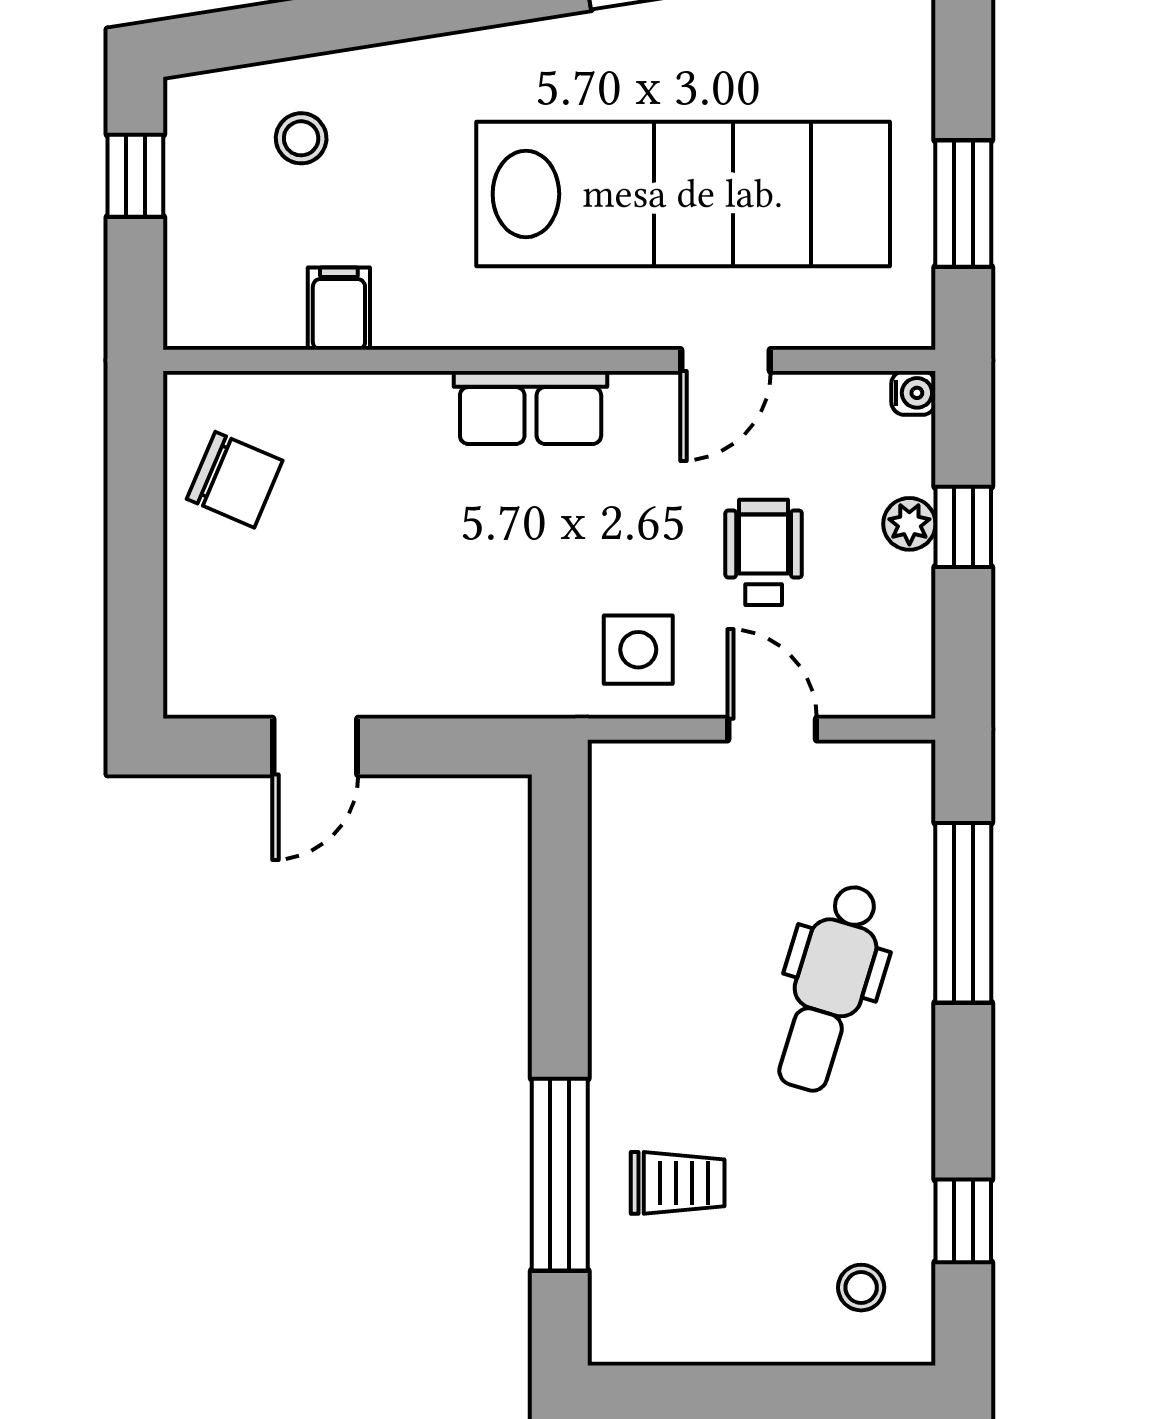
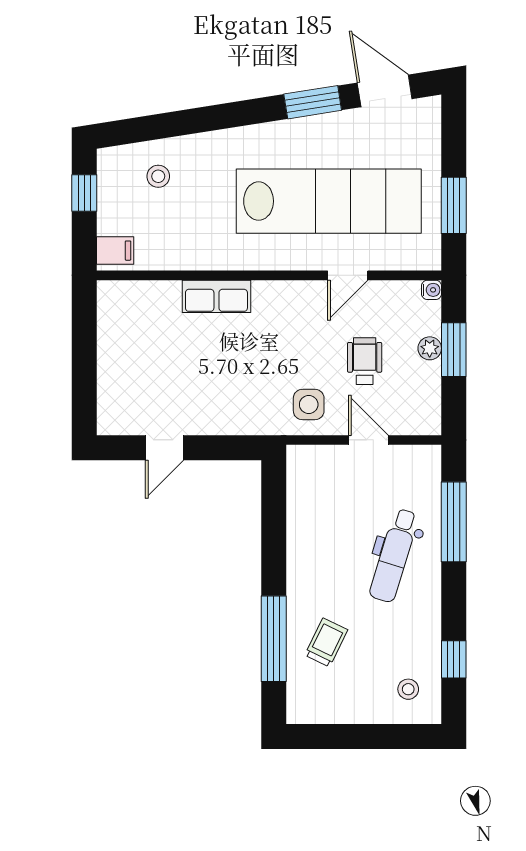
filing cabinet: (339, 309) -> (115, 251), moved, turned 90
row of seats: (531, 407) -> (216, 296), moved
chair: (235, 480) -> (129, 329), removed
window: (963, 527) -> (454, 350), width x1.50
trolley: (678, 1183) -> (326, 642), turned -64

